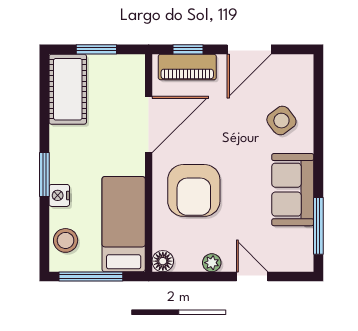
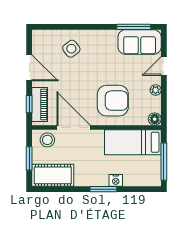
sofa: (293, 190) -> (140, 42), moved
stool: (66, 240) -> (47, 140), moved

